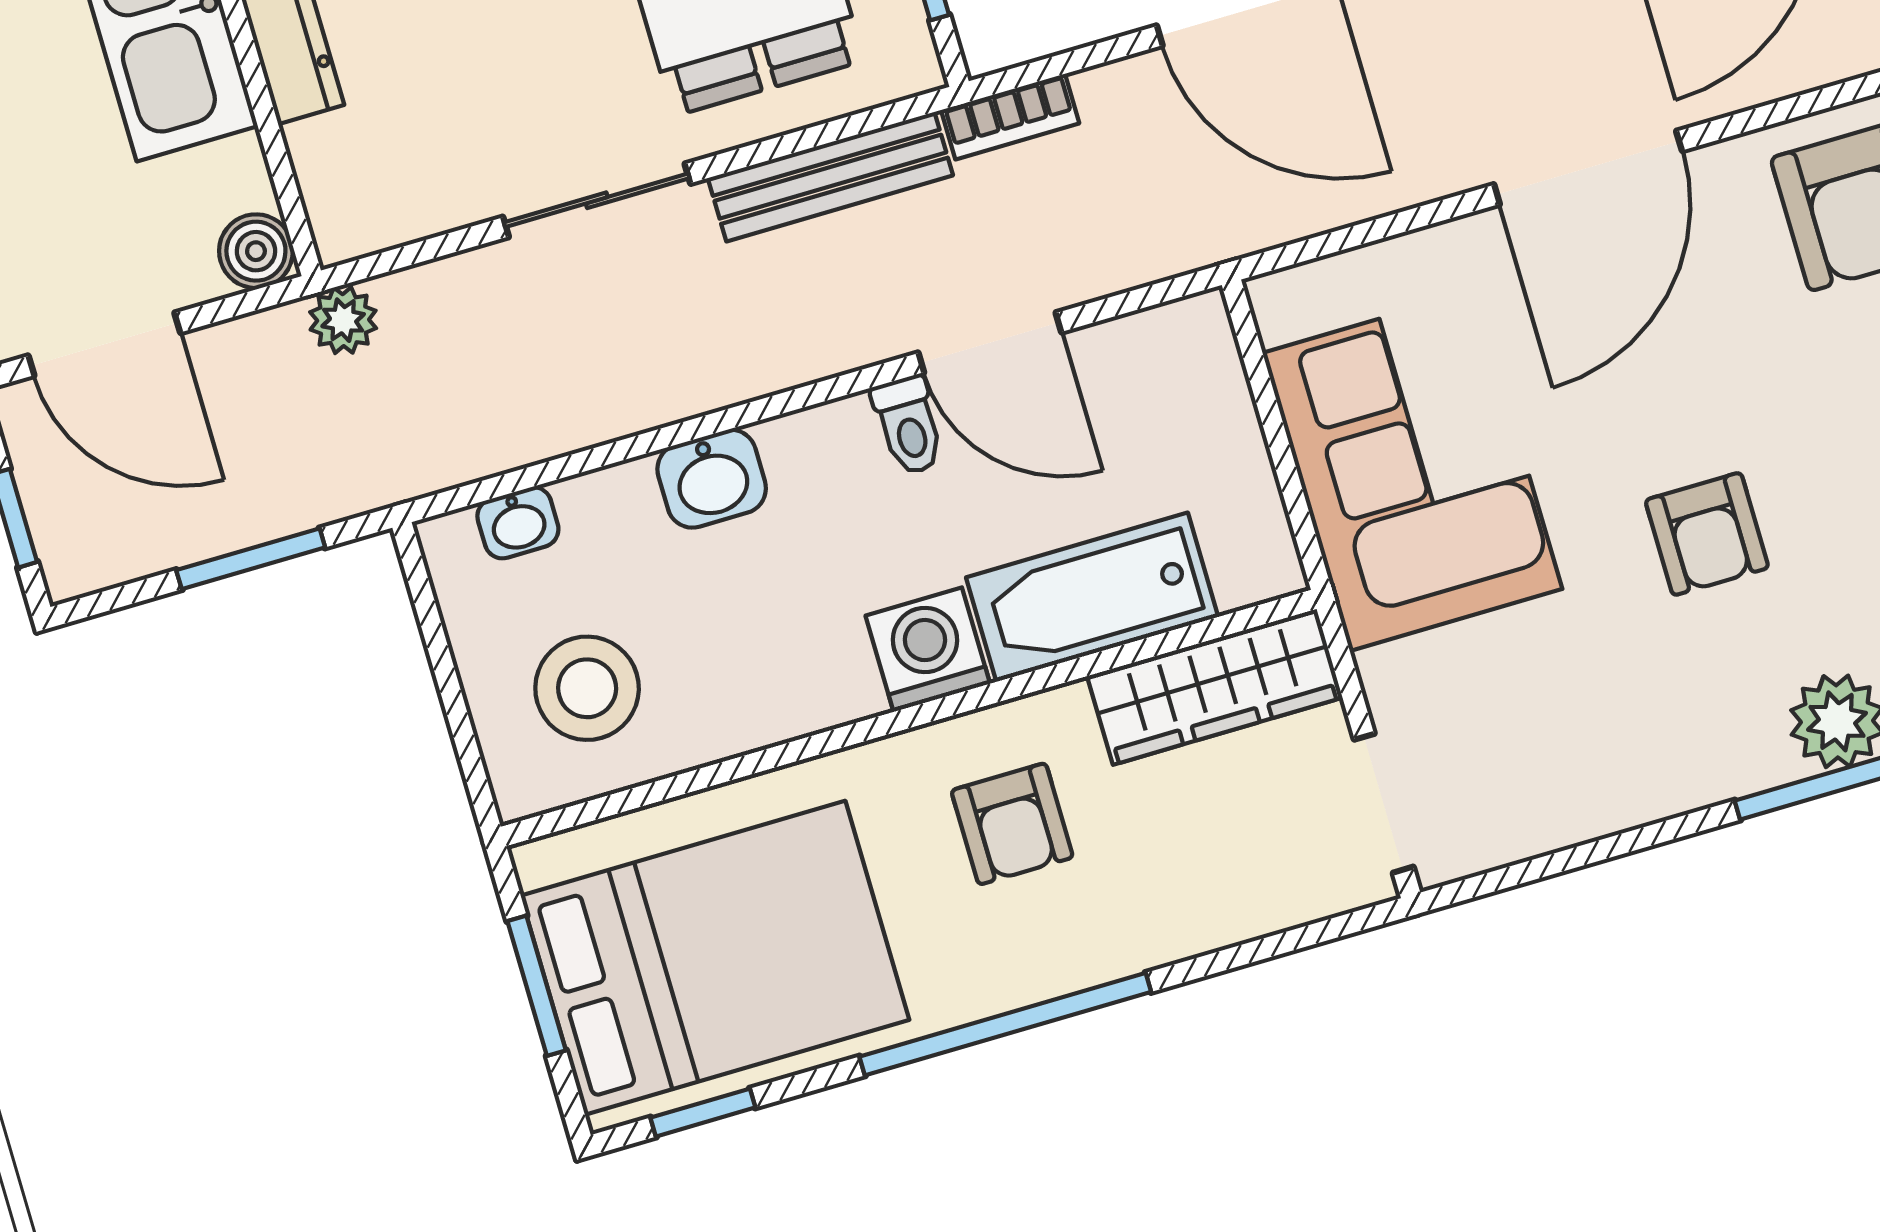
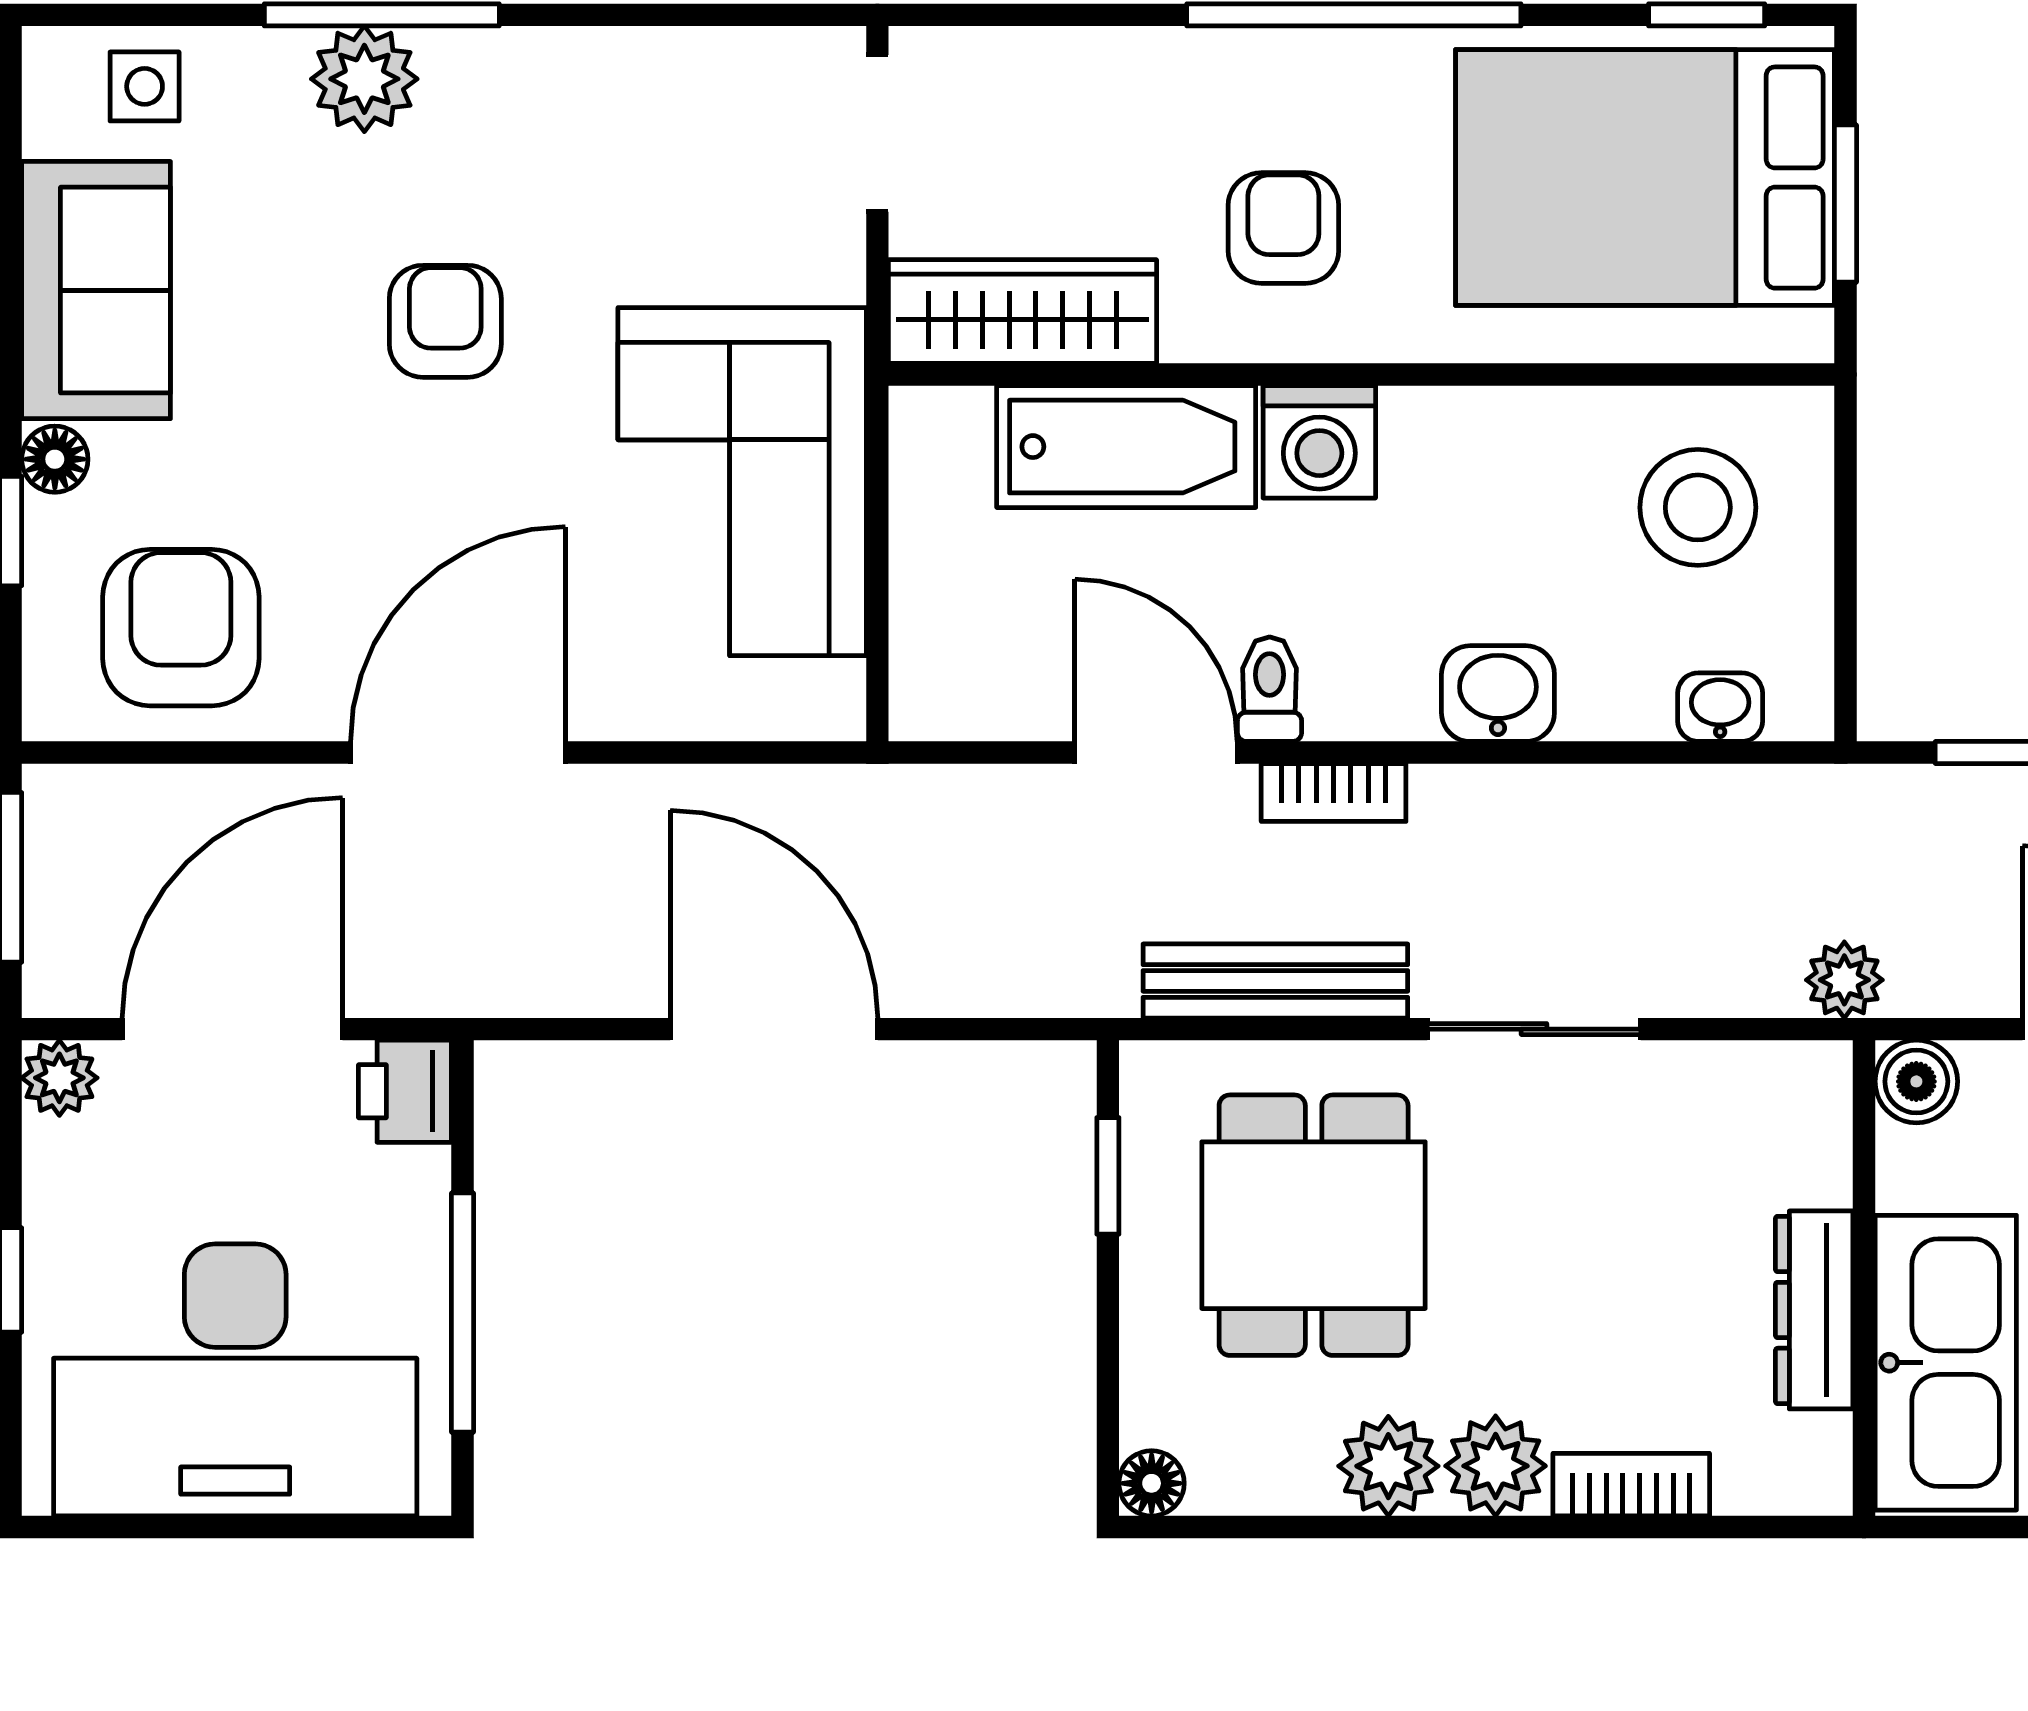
bookcase: (1010, 117) -> (1334, 792), moved, turned 180

